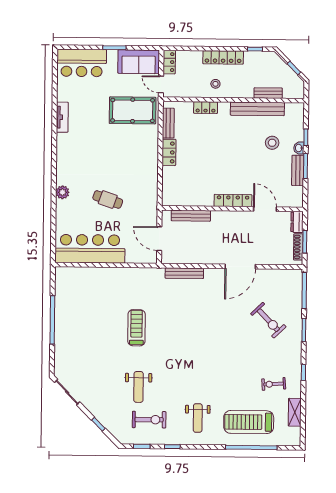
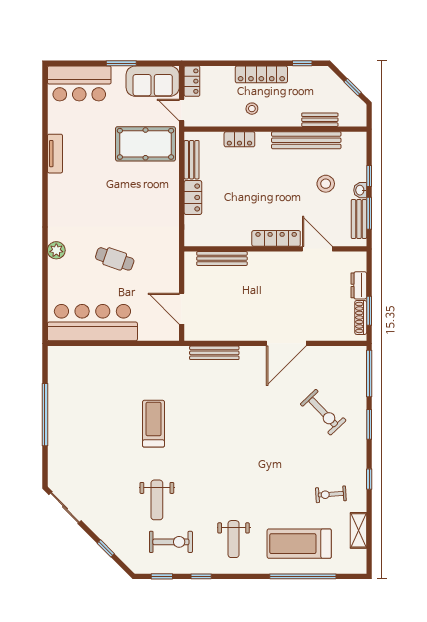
locker: (233, 201) -> (276, 238), moved
wall: (232, 209) -> (275, 249), moved
door: (265, 209) -> (317, 249), moved
bench: (191, 216) -> (222, 258), moved

